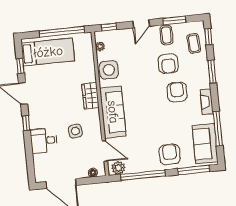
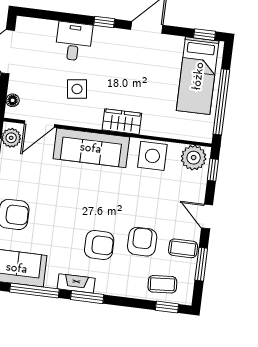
plant: (100, 46) -> (194, 158), width x1.88, depth x1.88
armchair: (168, 64) -> (142, 242), turned 90
window: (20, 66) -> (205, 35), moved
window: (212, 71) -> (87, 297), moved

